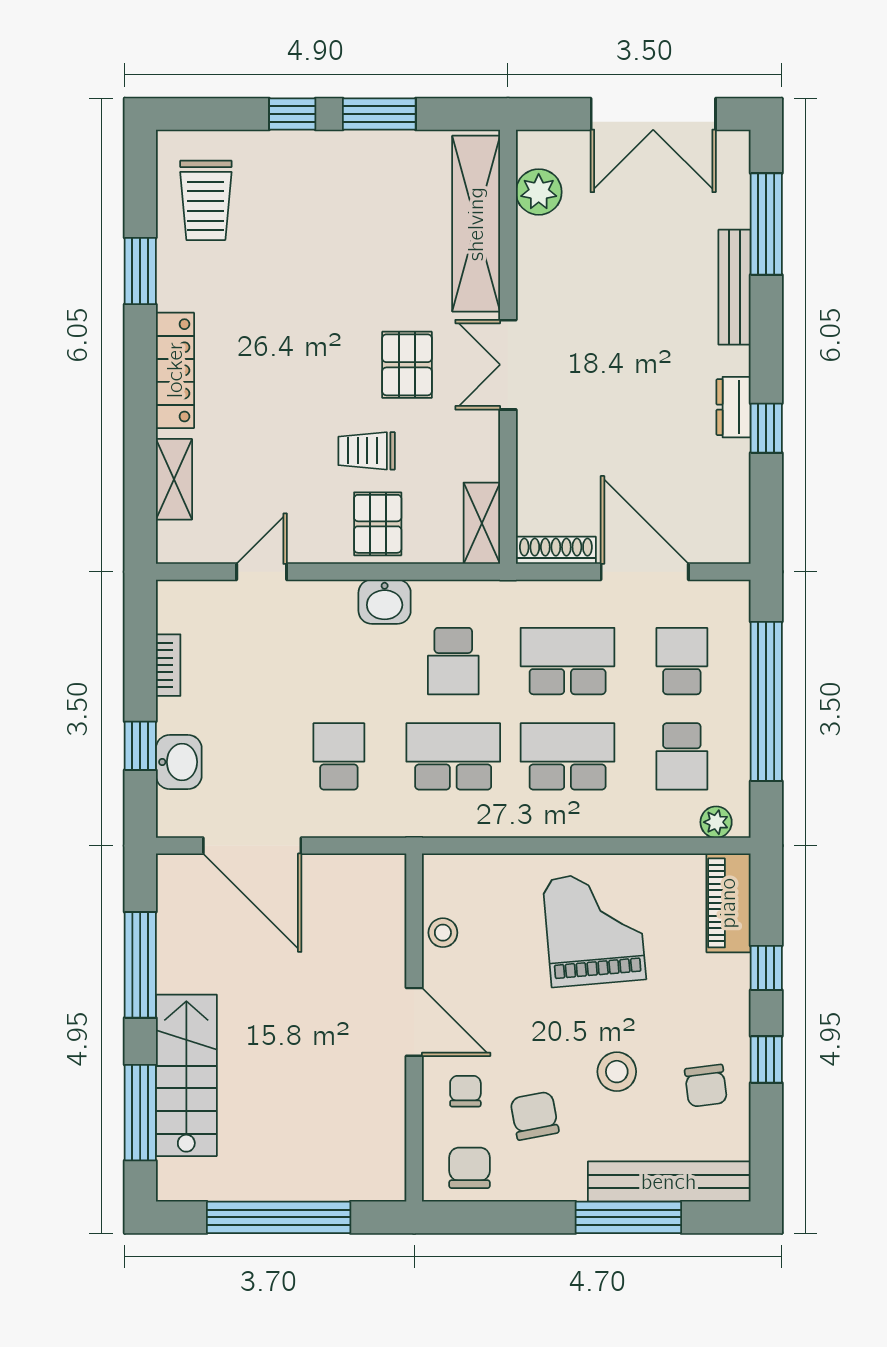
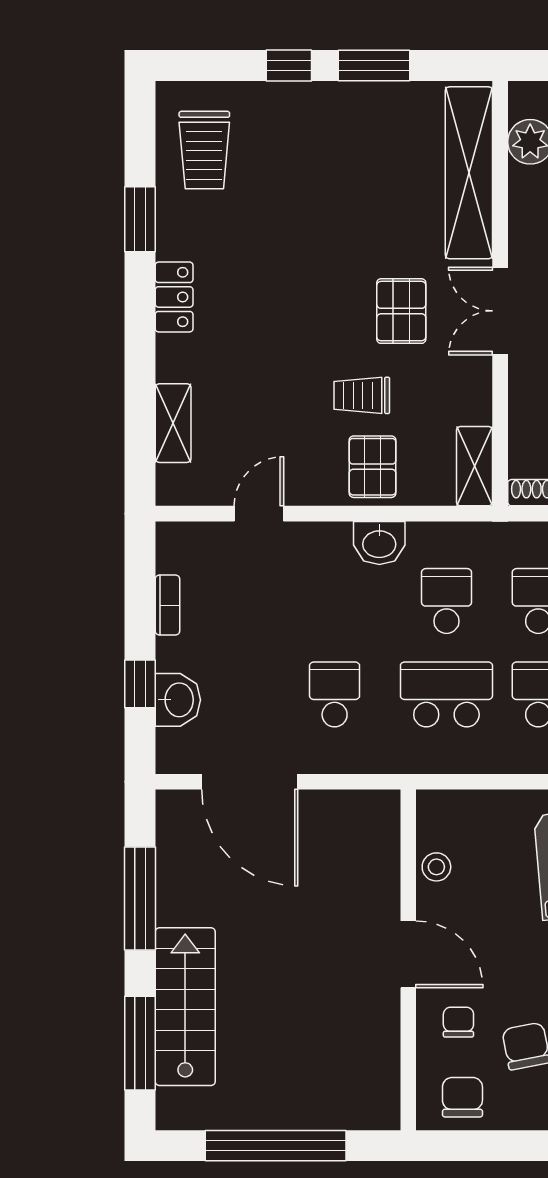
locker: (175, 370) -> (174, 297), width x0.66
school desk: (453, 661) -> (446, 601), turned 180

